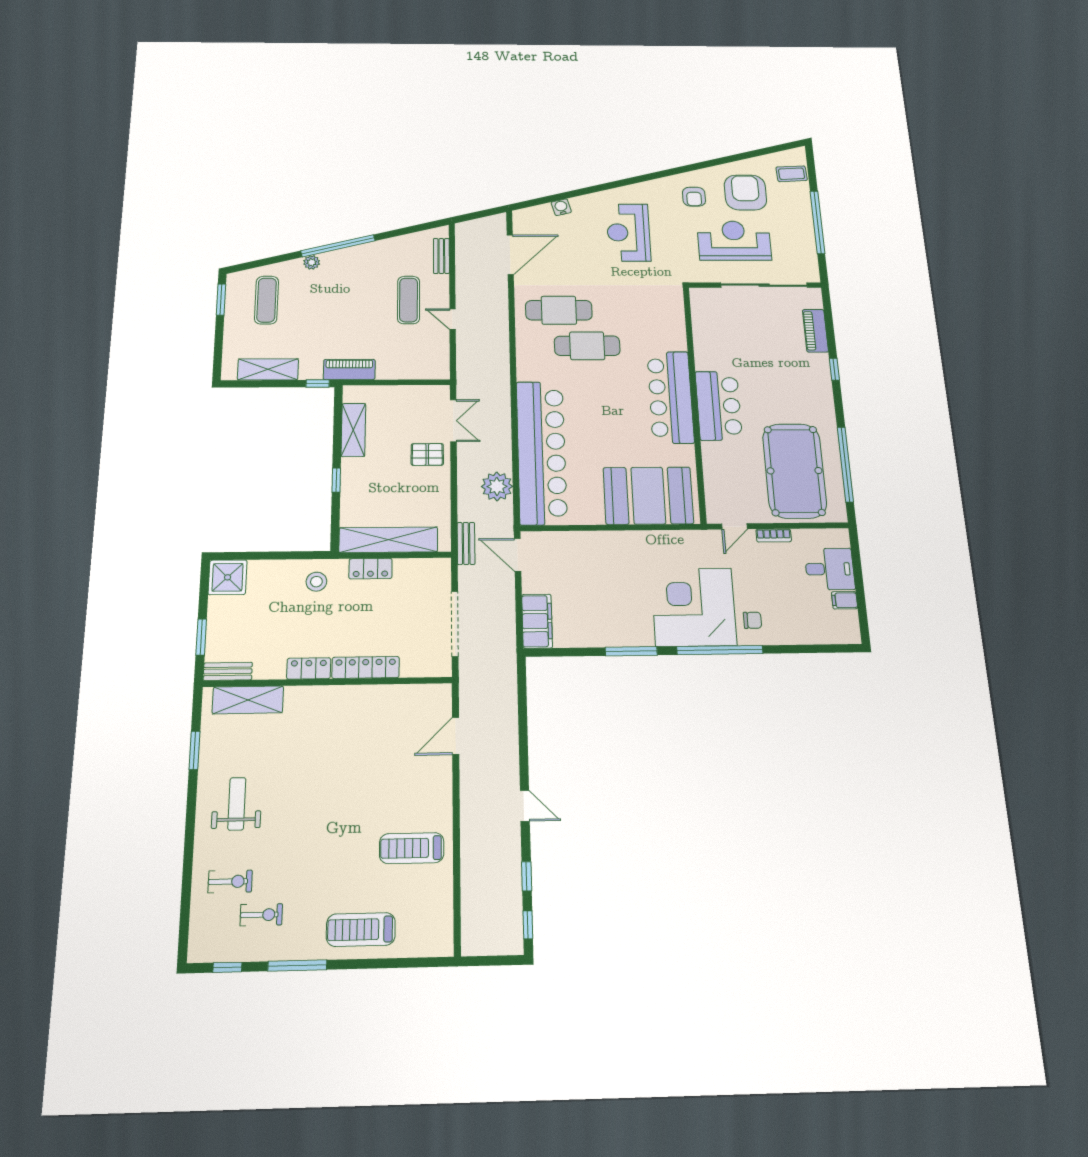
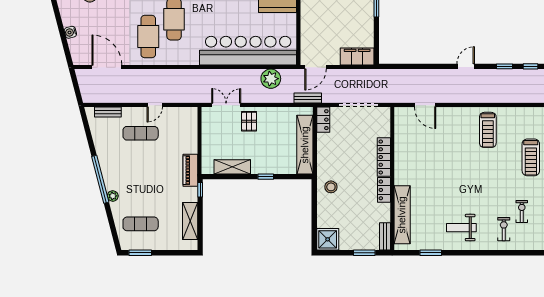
locker: (370, 569) -> (323, 120), moved
shelving: (248, 700) -> (402, 215), width x1.47

